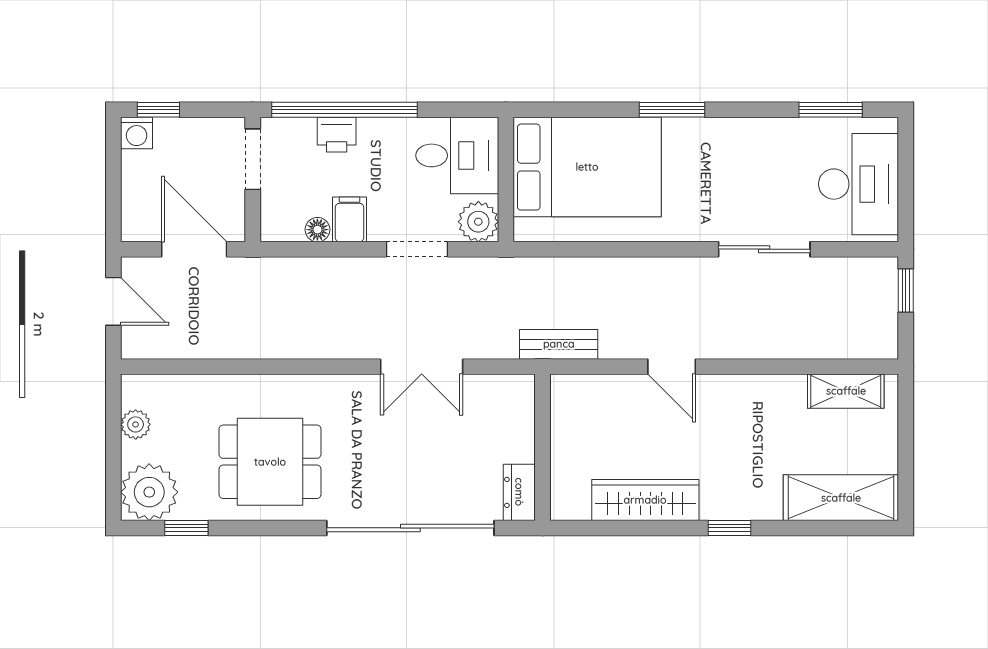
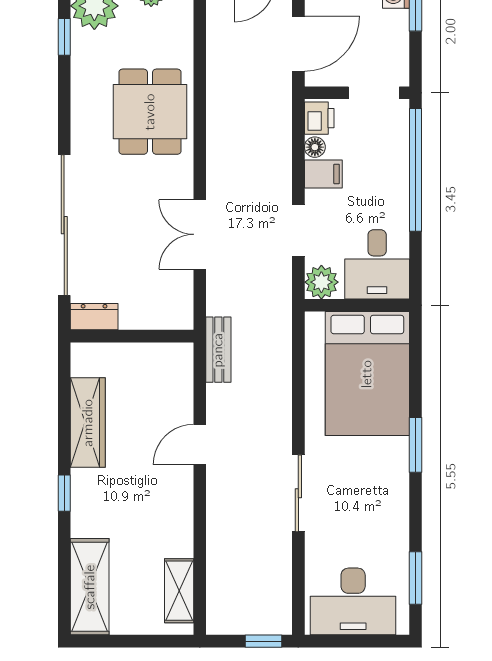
printer: (337, 135) -> (319, 118), moved, turned 180
sliding door: (764, 249) -> (298, 493), moved
dining table: (270, 462) -> (150, 112), moved

